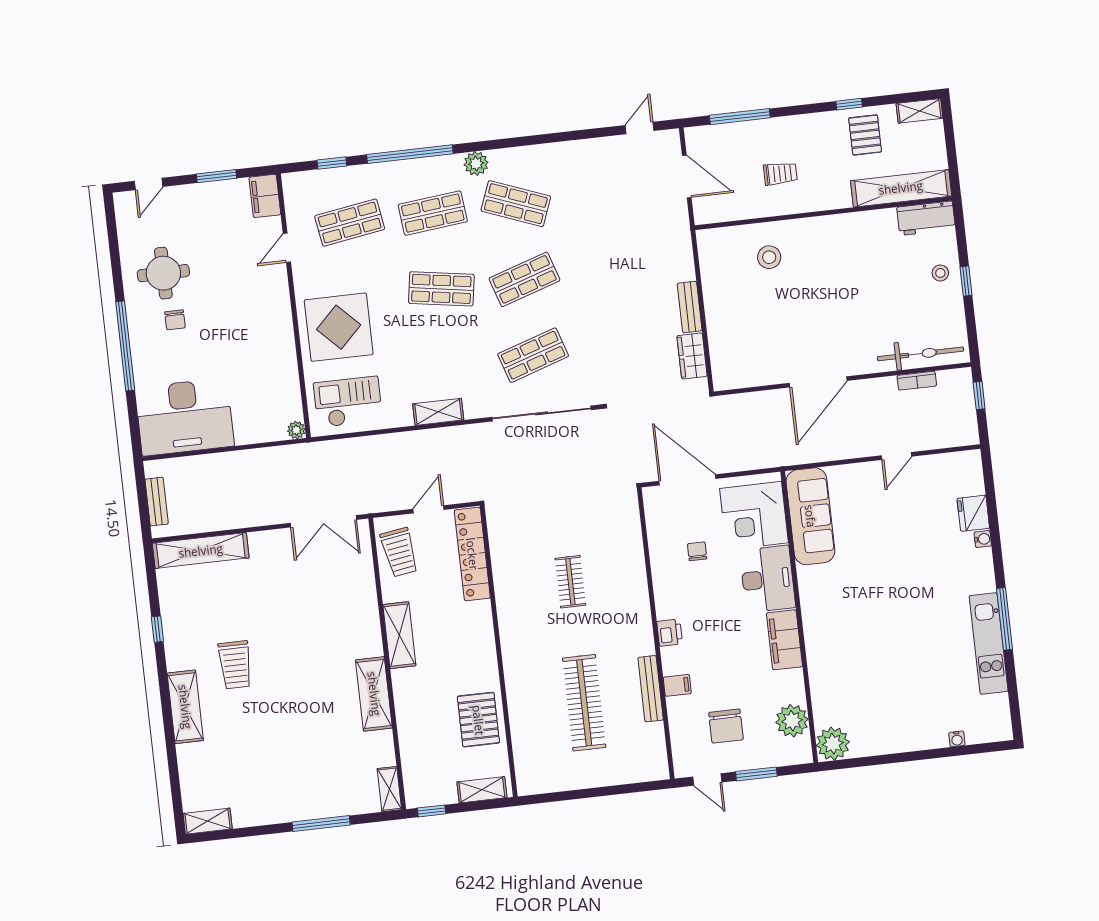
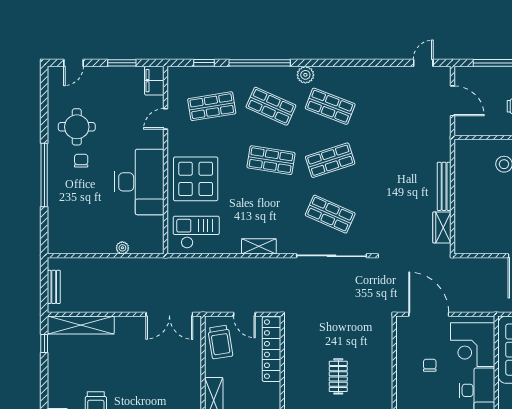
shop shelf: (433, 213) -> (271, 106), turned 30
bench: (690, 307) -> (444, 186), width x1.36
chair: (175, 320) -> (81, 161), turned 180
shop shelf: (533, 355) -> (330, 214), turned 42
desk: (185, 417) -> (139, 182), moved, turned -90
plant: (296, 430) -> (122, 248), moved
door: (429, 509) -> (244, 314), swing flipped
window: (157, 629) -> (44, 343), moved

